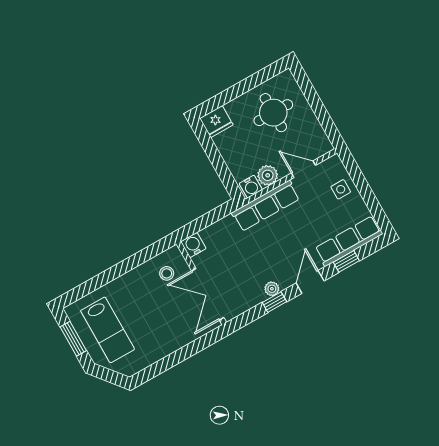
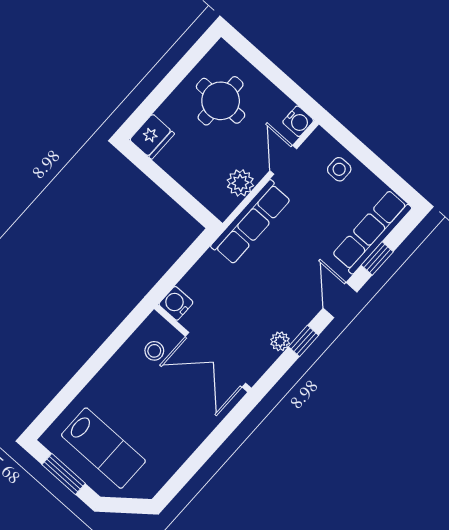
door: (303, 169) -> (283, 160), hinge flipped
water cooler: (251, 187) -> (298, 121), moved
plant: (272, 289) -> (280, 341), moved

